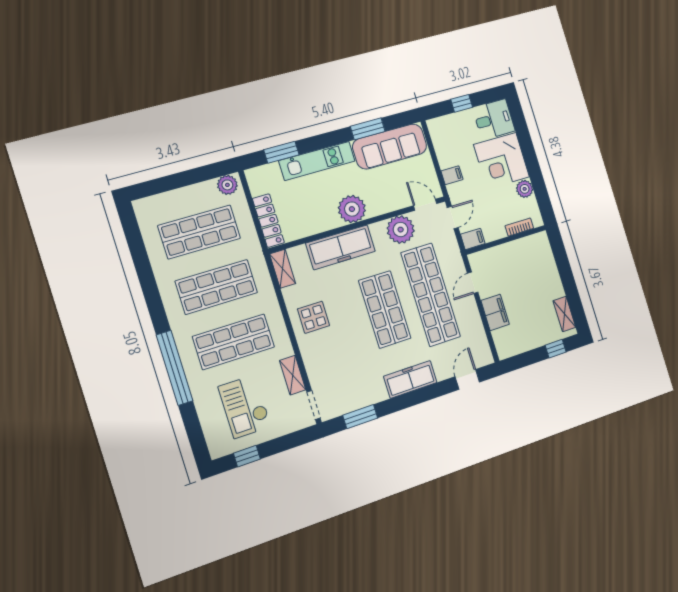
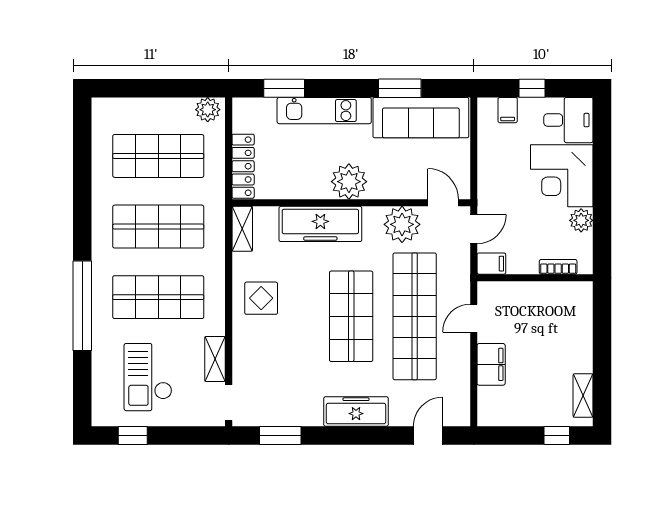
filing cabinet: (452, 175) -> (508, 110), moved, turned 90

